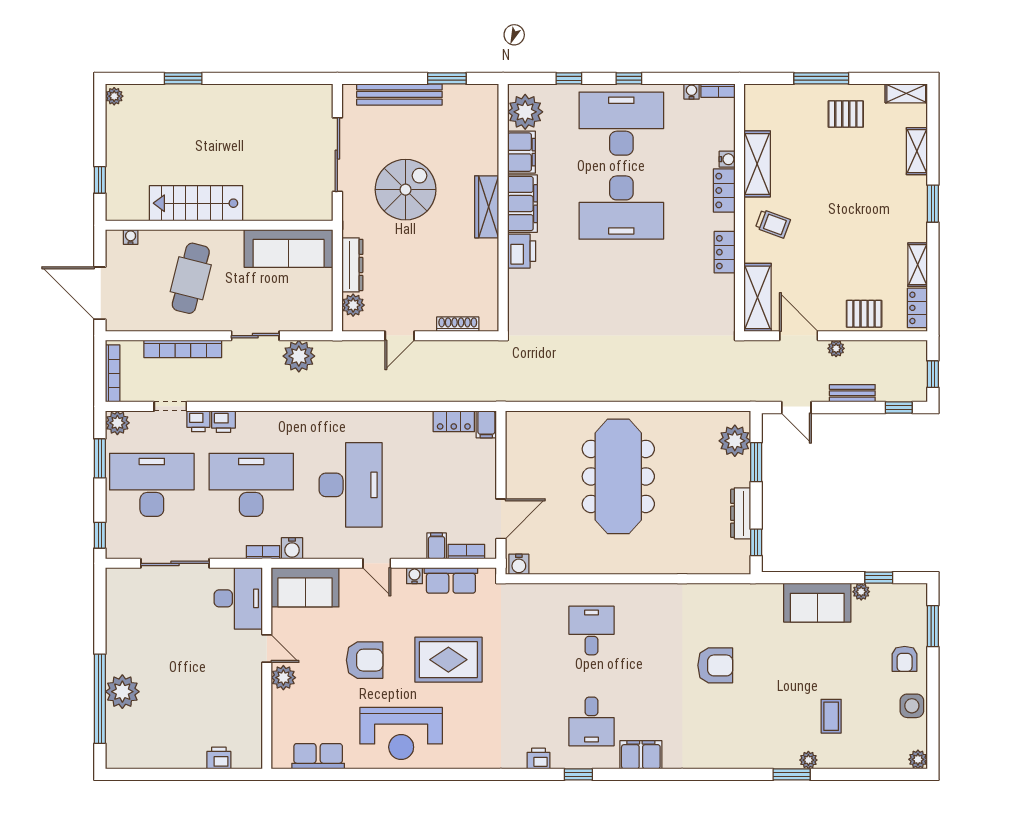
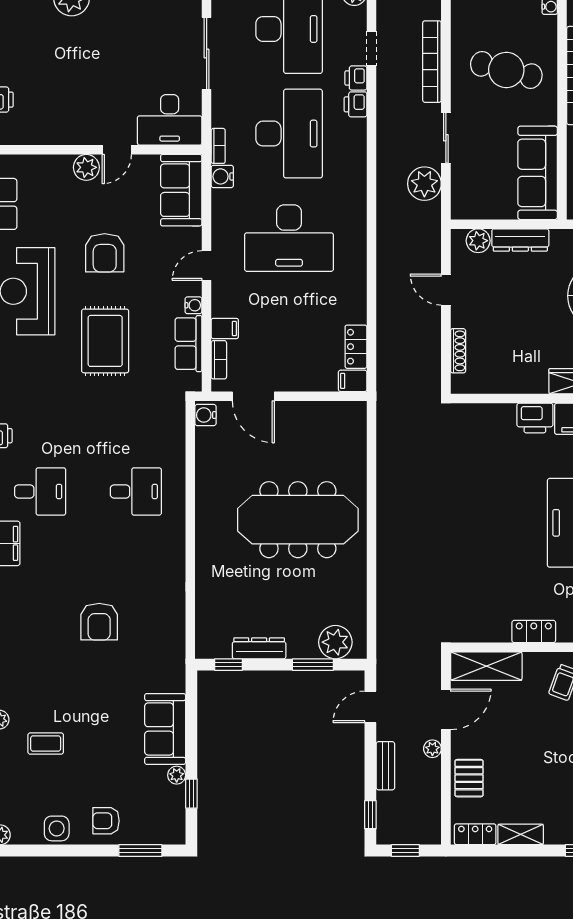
desk: (591, 721) -> (40, 491), turned 180

